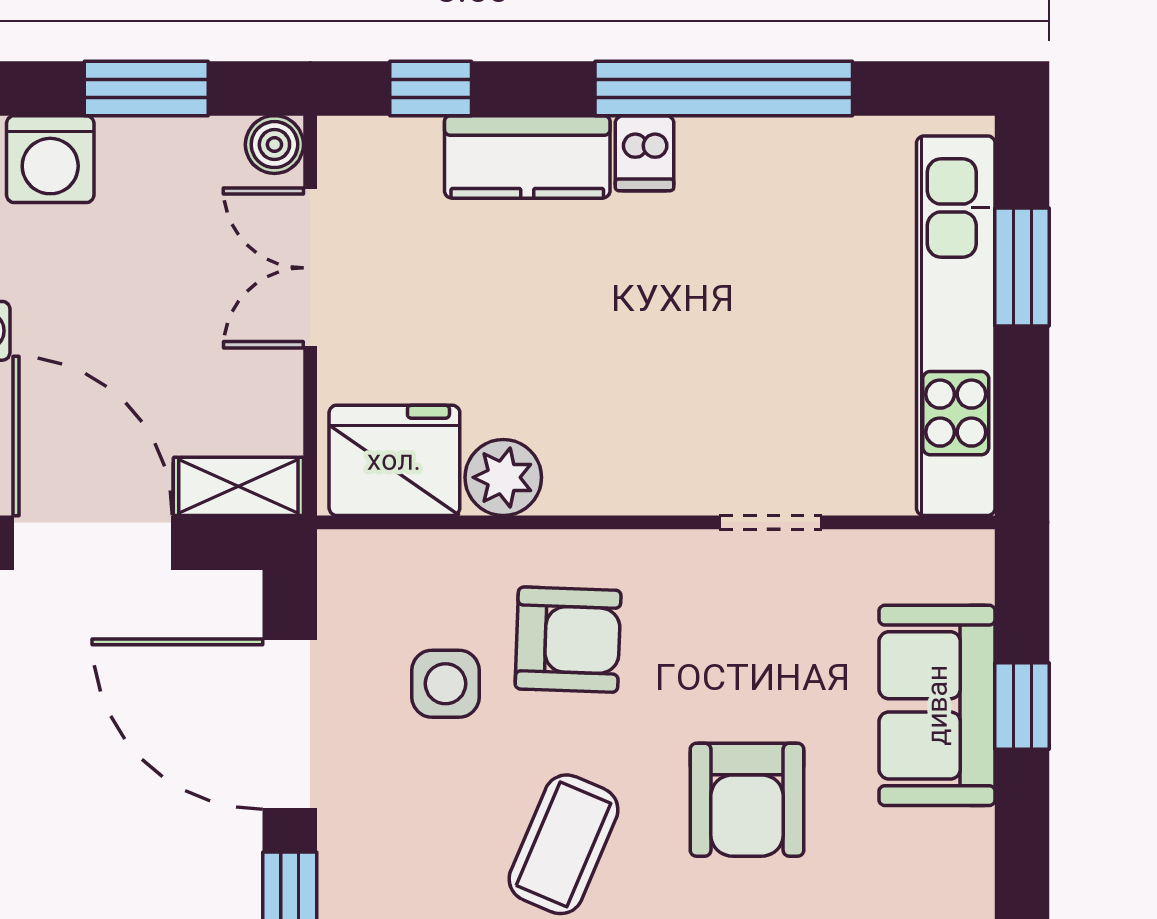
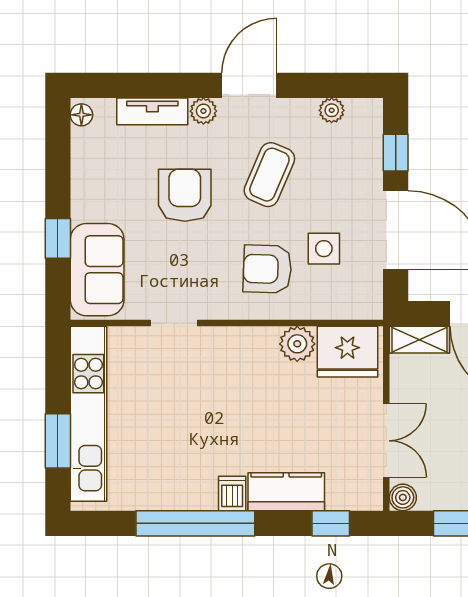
sofa: (937, 705) -> (97, 270), moved

